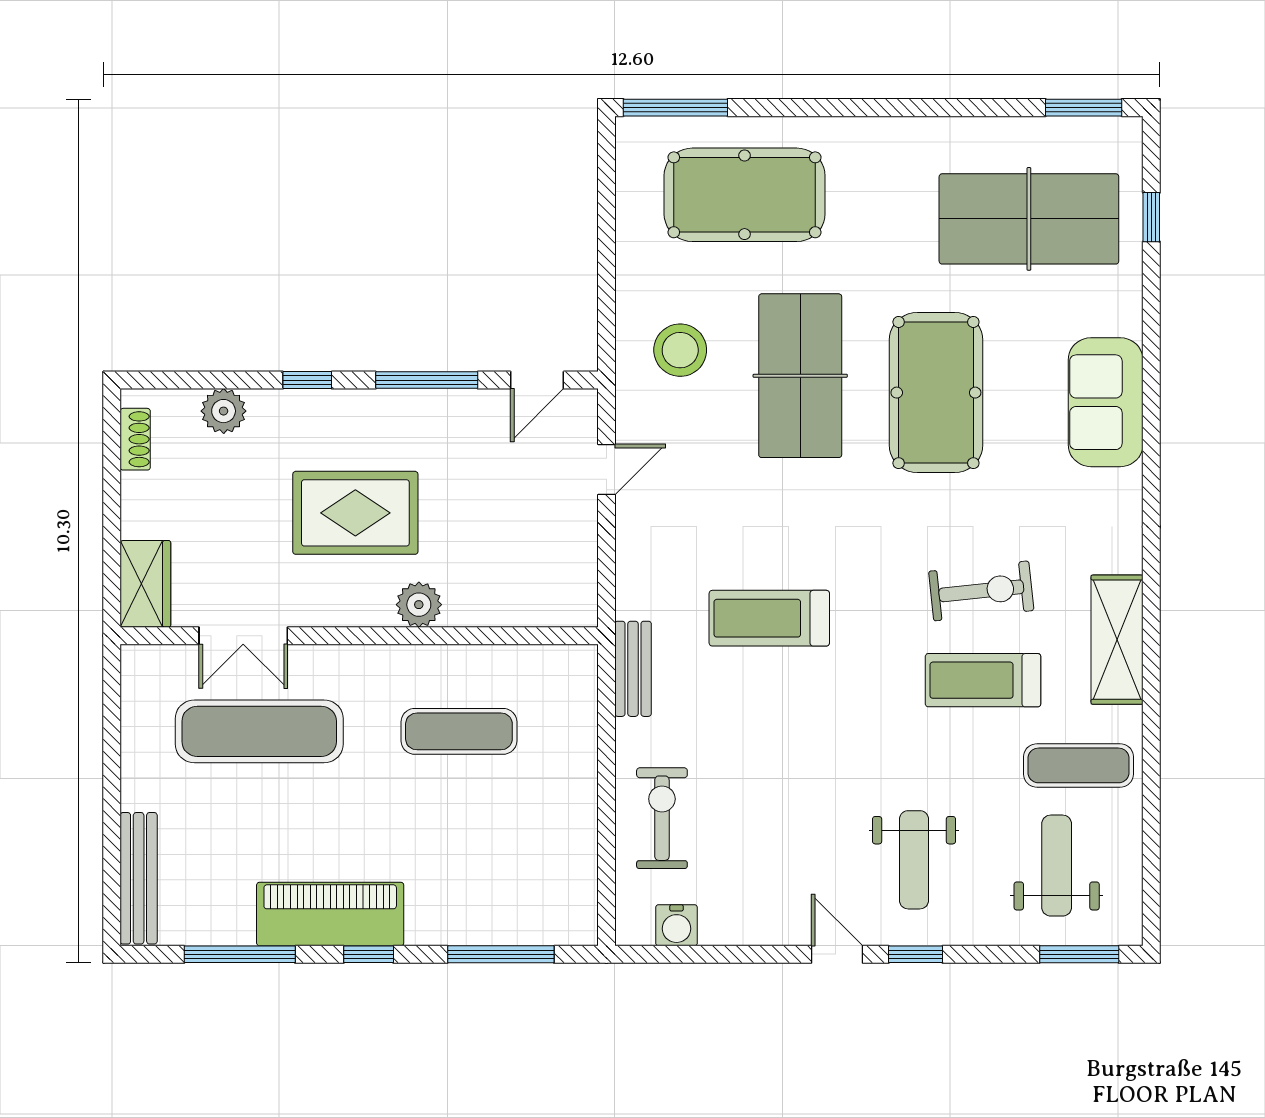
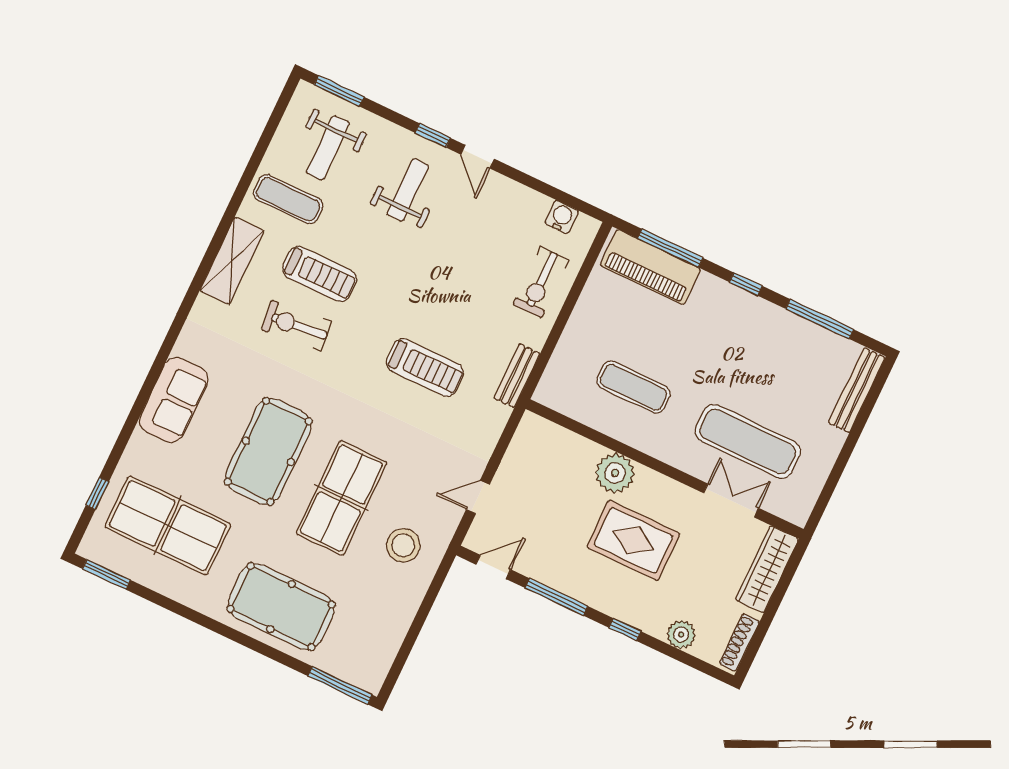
pool table: (745, 195) -> (281, 607), moved
shoe rack: (135, 439) -> (739, 642), width x1.43
wardrobe: (145, 584) -> (767, 569), width x1.50
plant: (419, 605) -> (615, 473), width x1.36, depth x1.36
piano: (330, 914) -> (650, 267), moved

